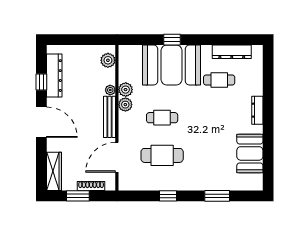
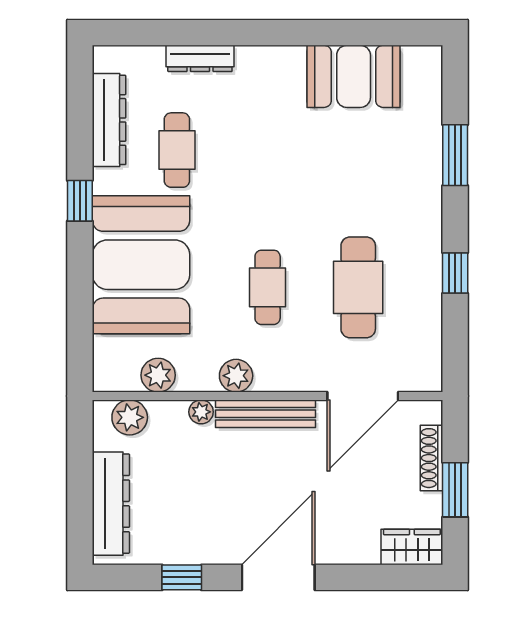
window: (172, 40) -> (80, 201), moved
dresser: (54, 76) -> (111, 504), moved, turned 90
plant: (126, 90) -> (158, 375), moved
dresser: (257, 110) -> (200, 58), moved
door: (117, 157) -> (363, 396), hinge flipped
wardrobe: (54, 171) -> (412, 547), width x0.67

